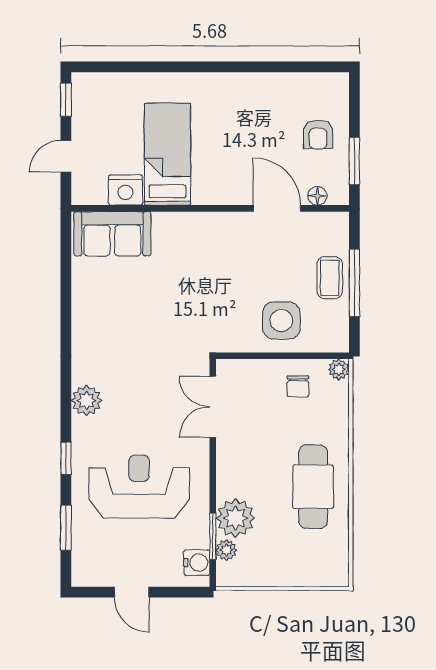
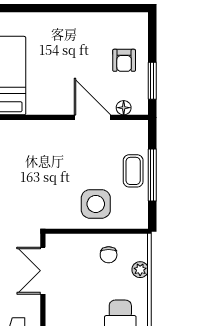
plant: (339, 369) -> (140, 270), moved

